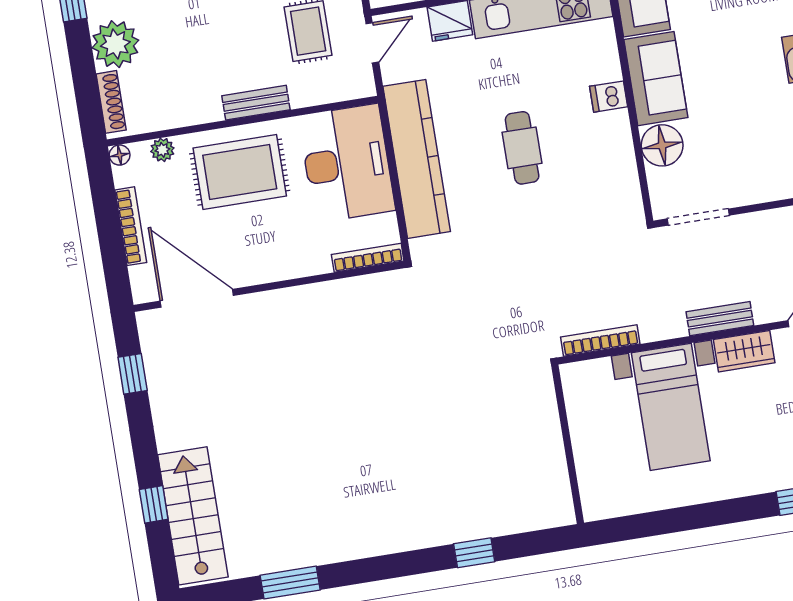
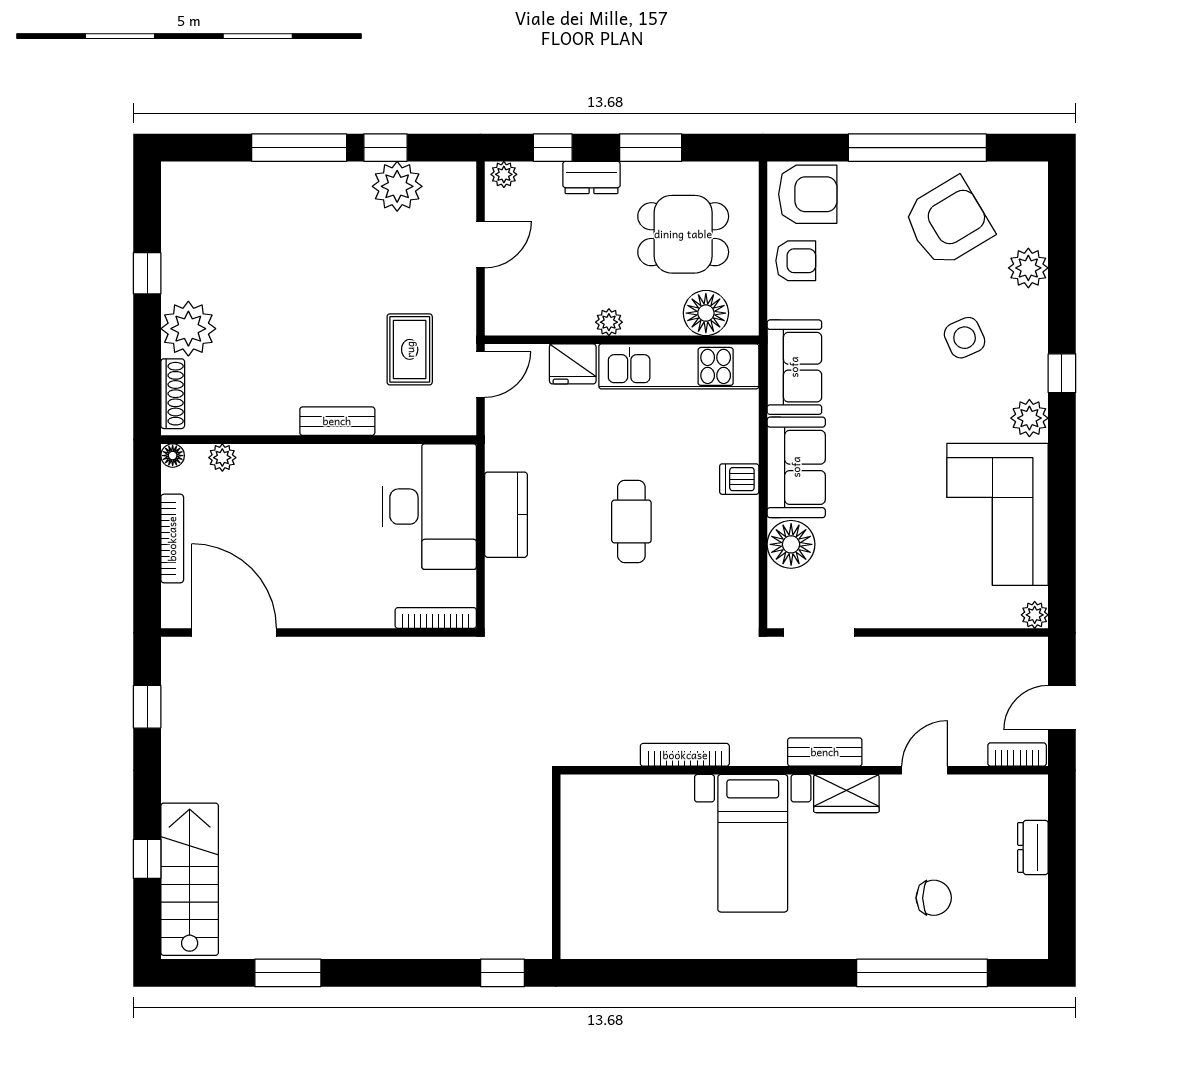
kitchen counter: (417, 159) -> (506, 515), width x0.48, depth x0.86
rug: (240, 172) -> (306, 497), removed
wall: (568, 444) -> (556, 867), moved

